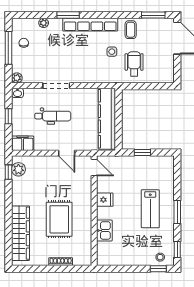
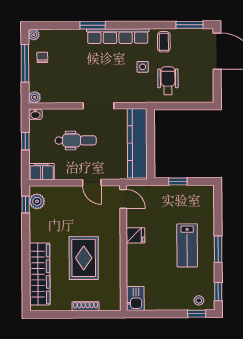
plant: (44, 23) -> (34, 35), moved
doorway: (56, 86) -> (98, 106), moved
kitchen sink: (104, 231) -> (135, 298), moved

